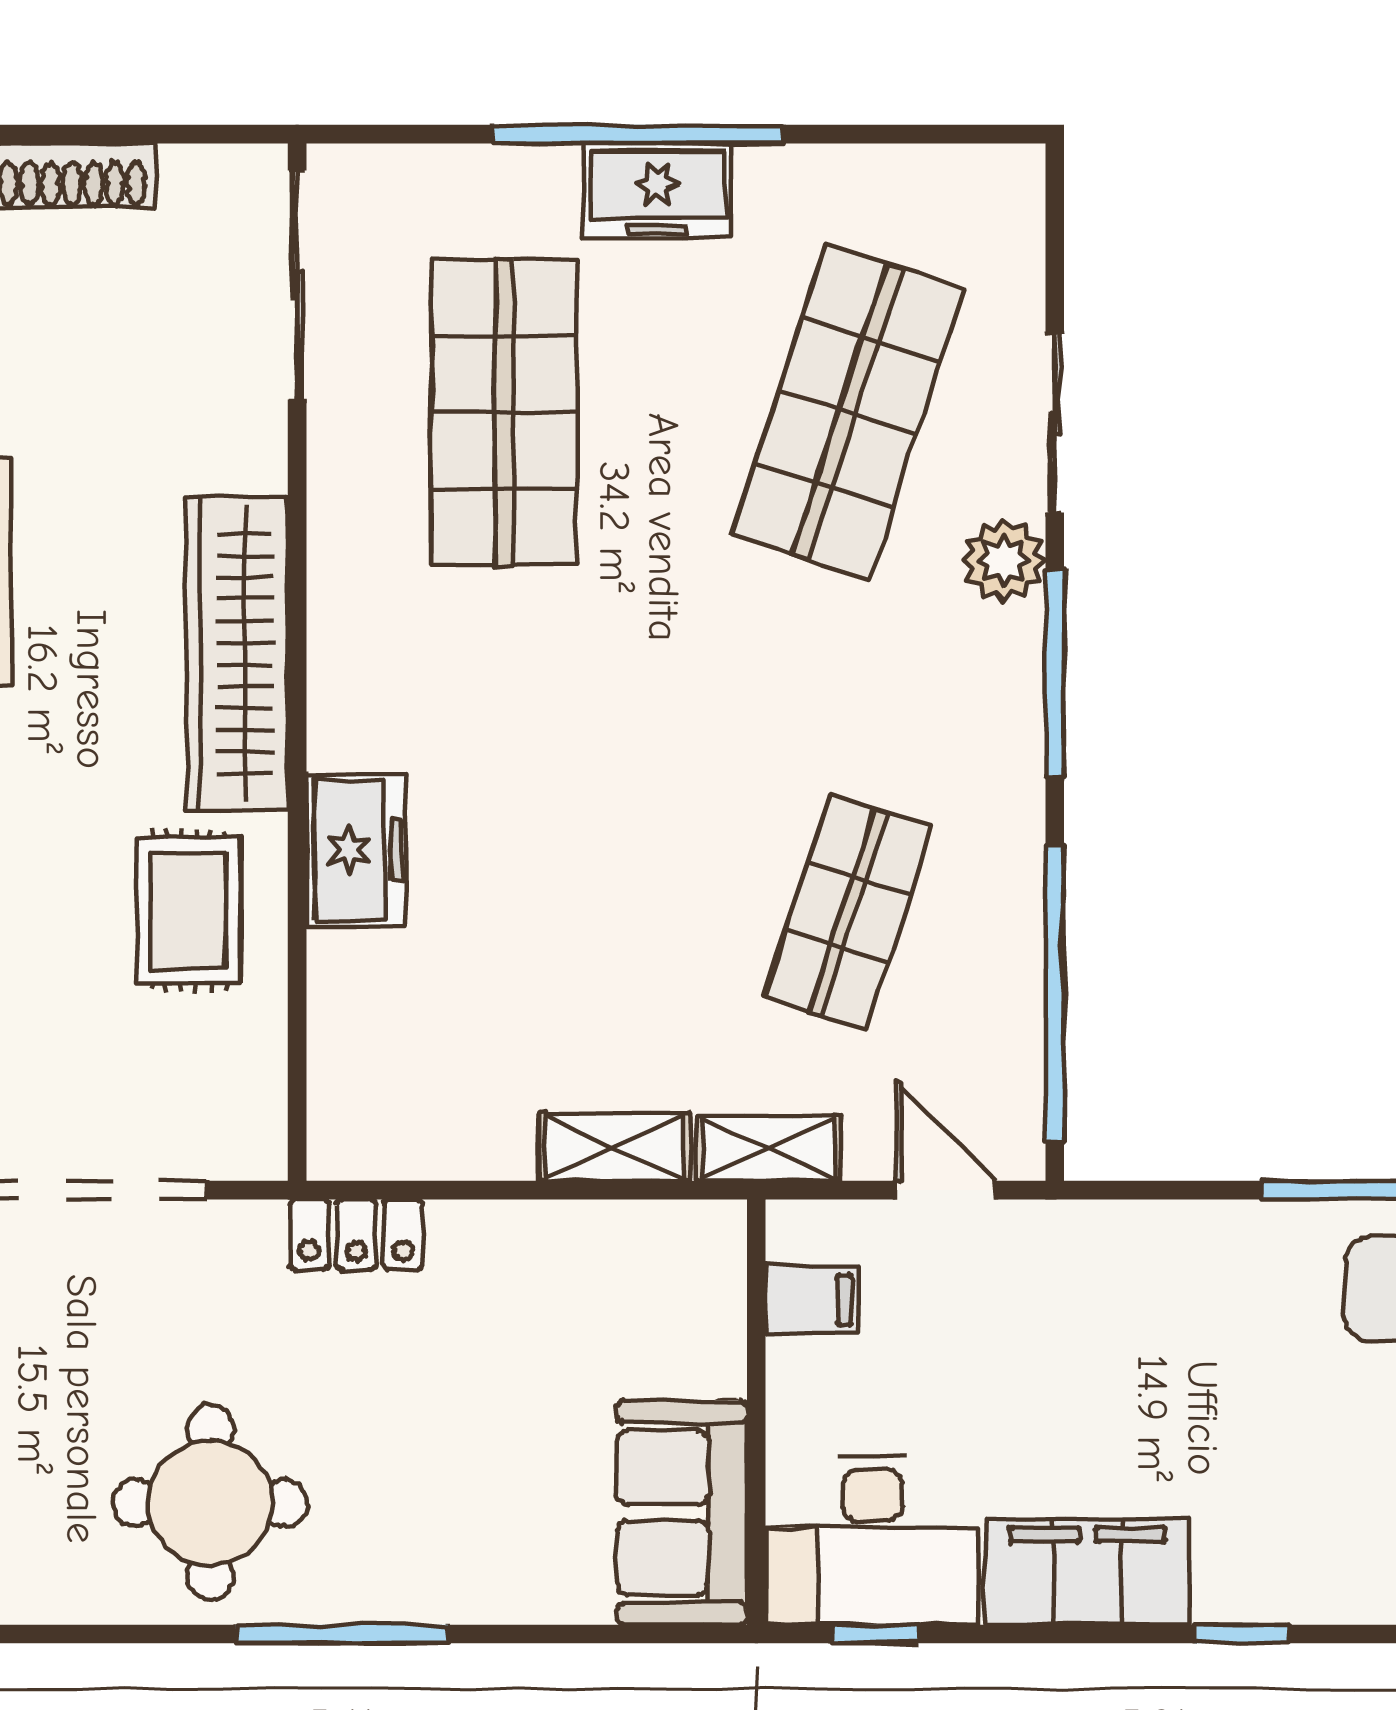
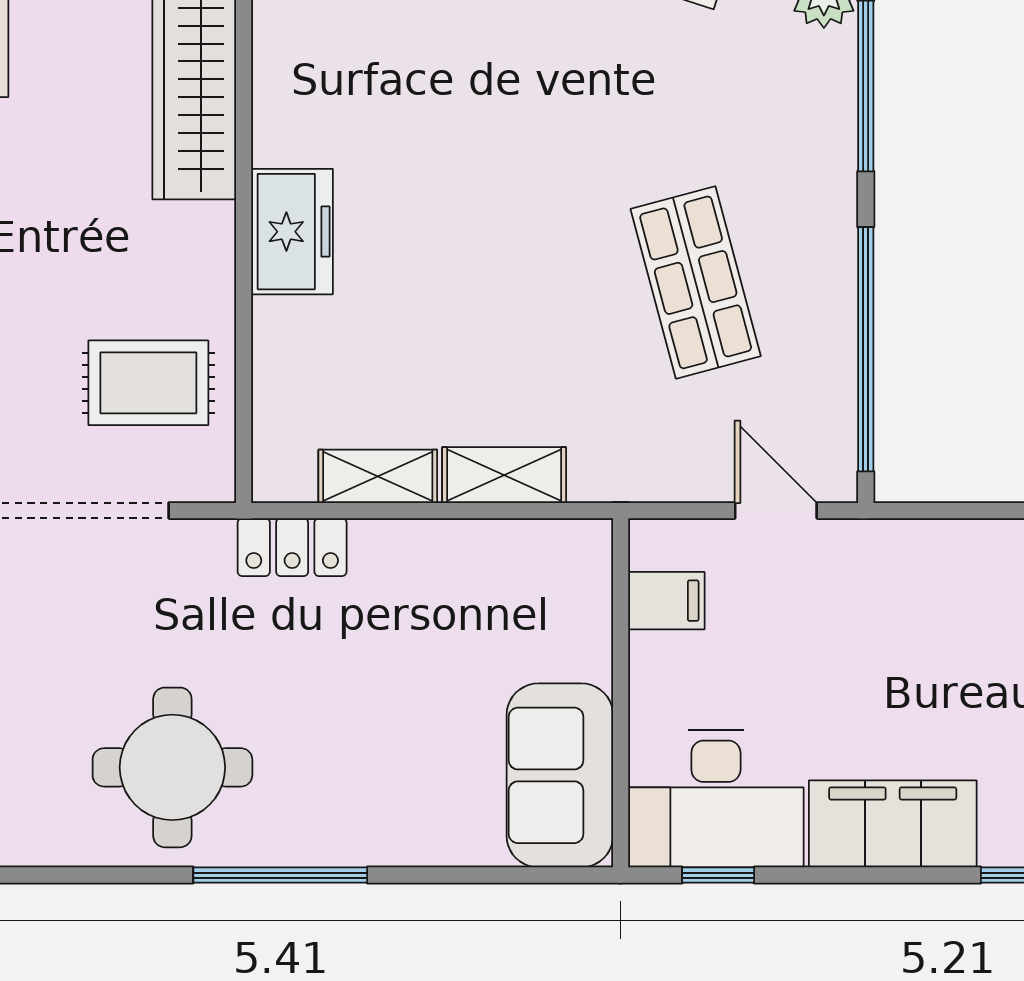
rug: (189, 910) -> (148, 383), moved, turned 90
shop shelf: (848, 912) -> (696, 282), turned -33
shelving: (768, 1148) -> (378, 476), moved

